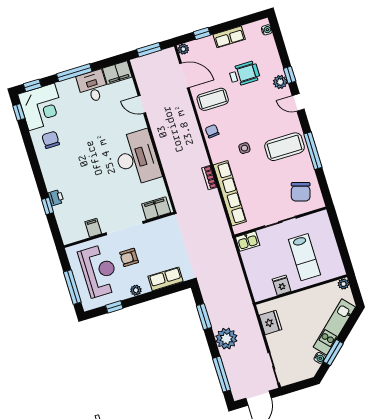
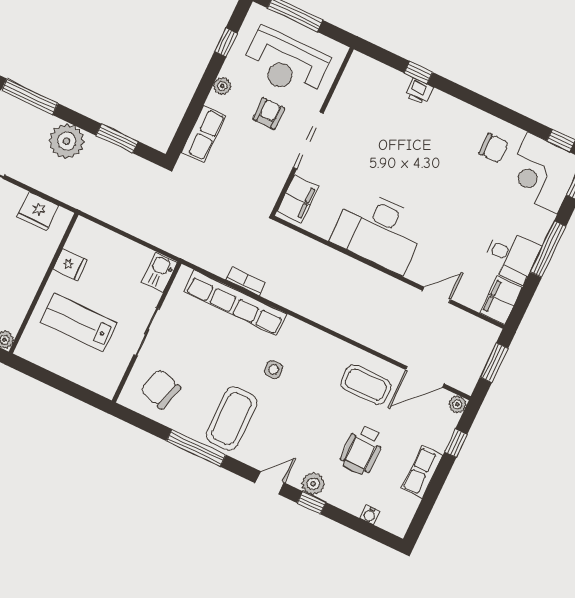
water cooler: (267, 30) -> (370, 515), moved
coffee table: (213, 99) -> (366, 385), turned 90
chair: (212, 131) -> (329, 349), removed
bookcase: (209, 178) -> (246, 281), moved
filing cabinet: (93, 228) -> (343, 103), removed

